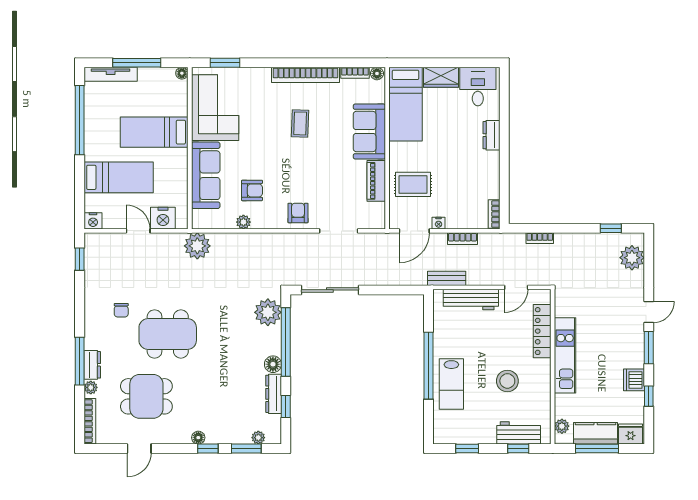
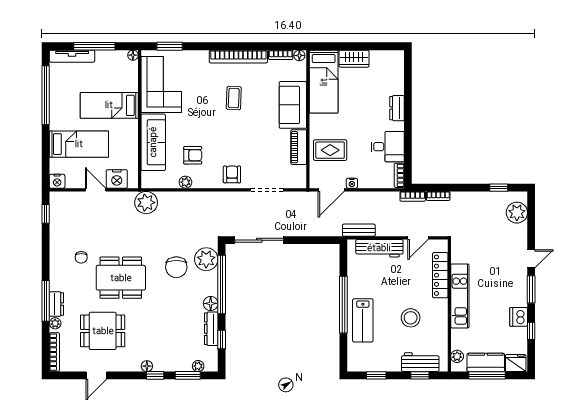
desk: (478, 86) -> (388, 147), moved, turned 90
bookcase: (463, 239) -> (413, 196), moved
chair: (233, 322) -> (176, 267), added

